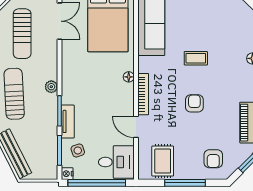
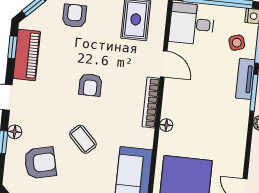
armchair: (229, 35) -> (40, 163), added
coffee table: (196, 58) -> (83, 139), turned 46

